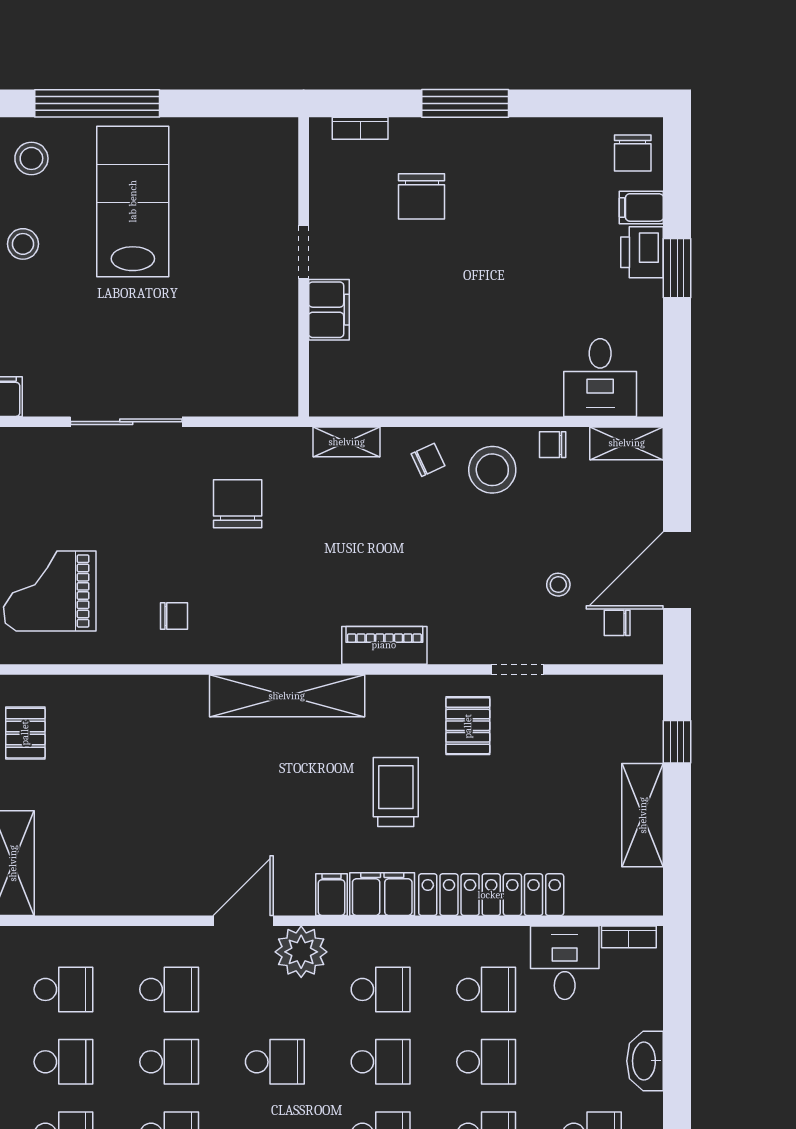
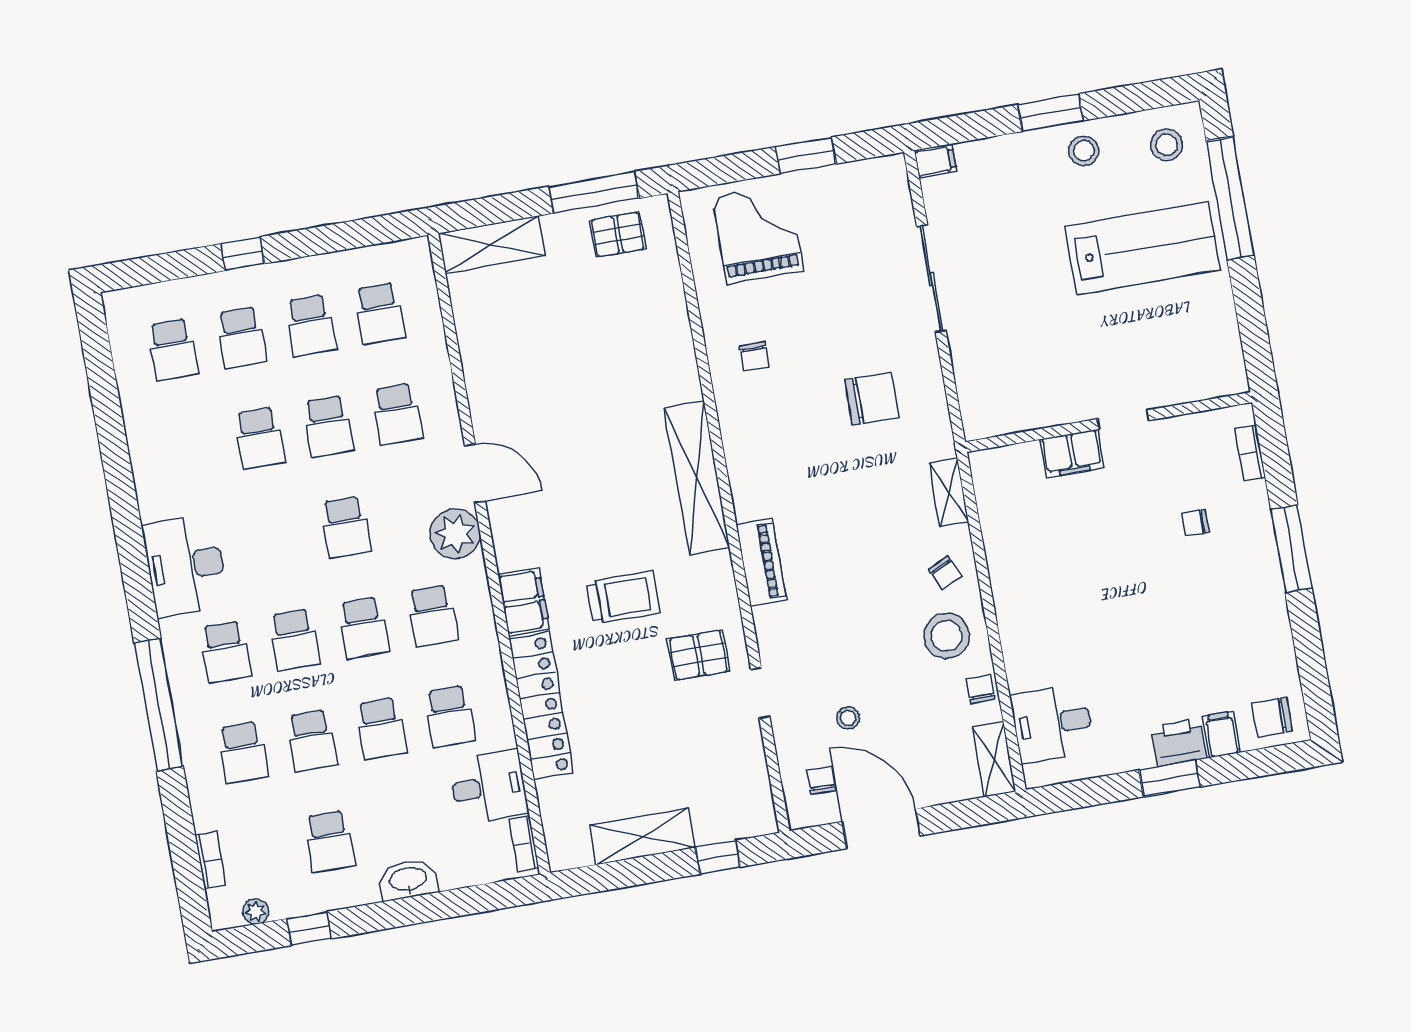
chair: (422, 196) -> (1195, 523), width x0.54, depth x0.54
filing cabinet: (332, 895) -> (515, 553), removed

